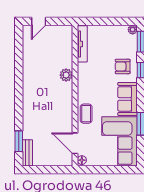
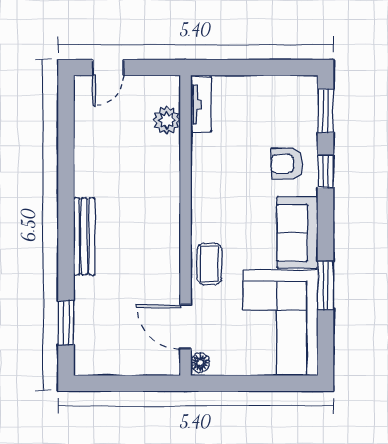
plant: (133, 30) -> (308, 85), removed
tv unit: (82, 44) -> (201, 104), width x0.71
plant: (66, 75) -> (167, 120), moved
bench: (27, 153) -> (84, 236), moved, width x1.36

